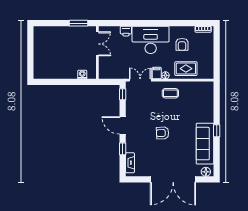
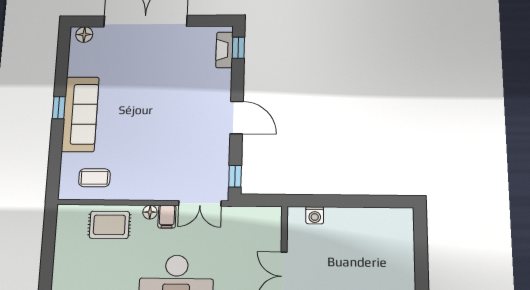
armchair: (182, 44) -> (114, 273), removed
coffee table: (170, 93) -> (94, 178), moved
armchair: (163, 133) -> (161, 104), removed
sofa: (205, 144) -> (80, 114), moved
window: (123, 149) -> (238, 48), moved

